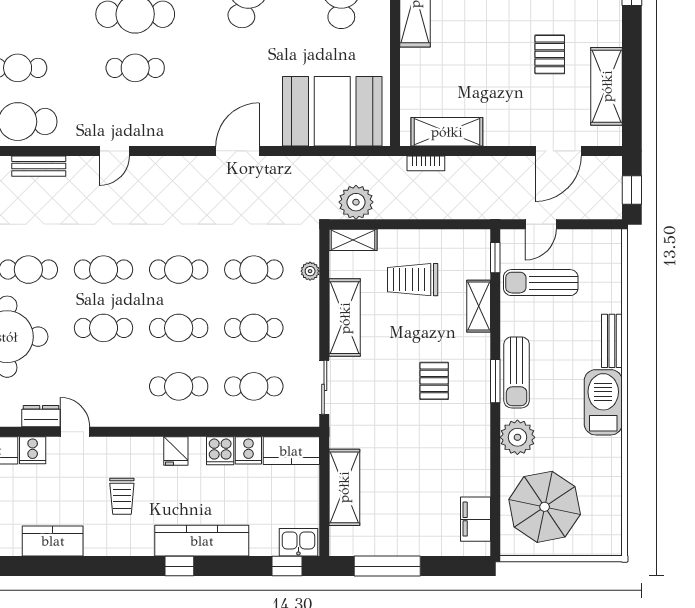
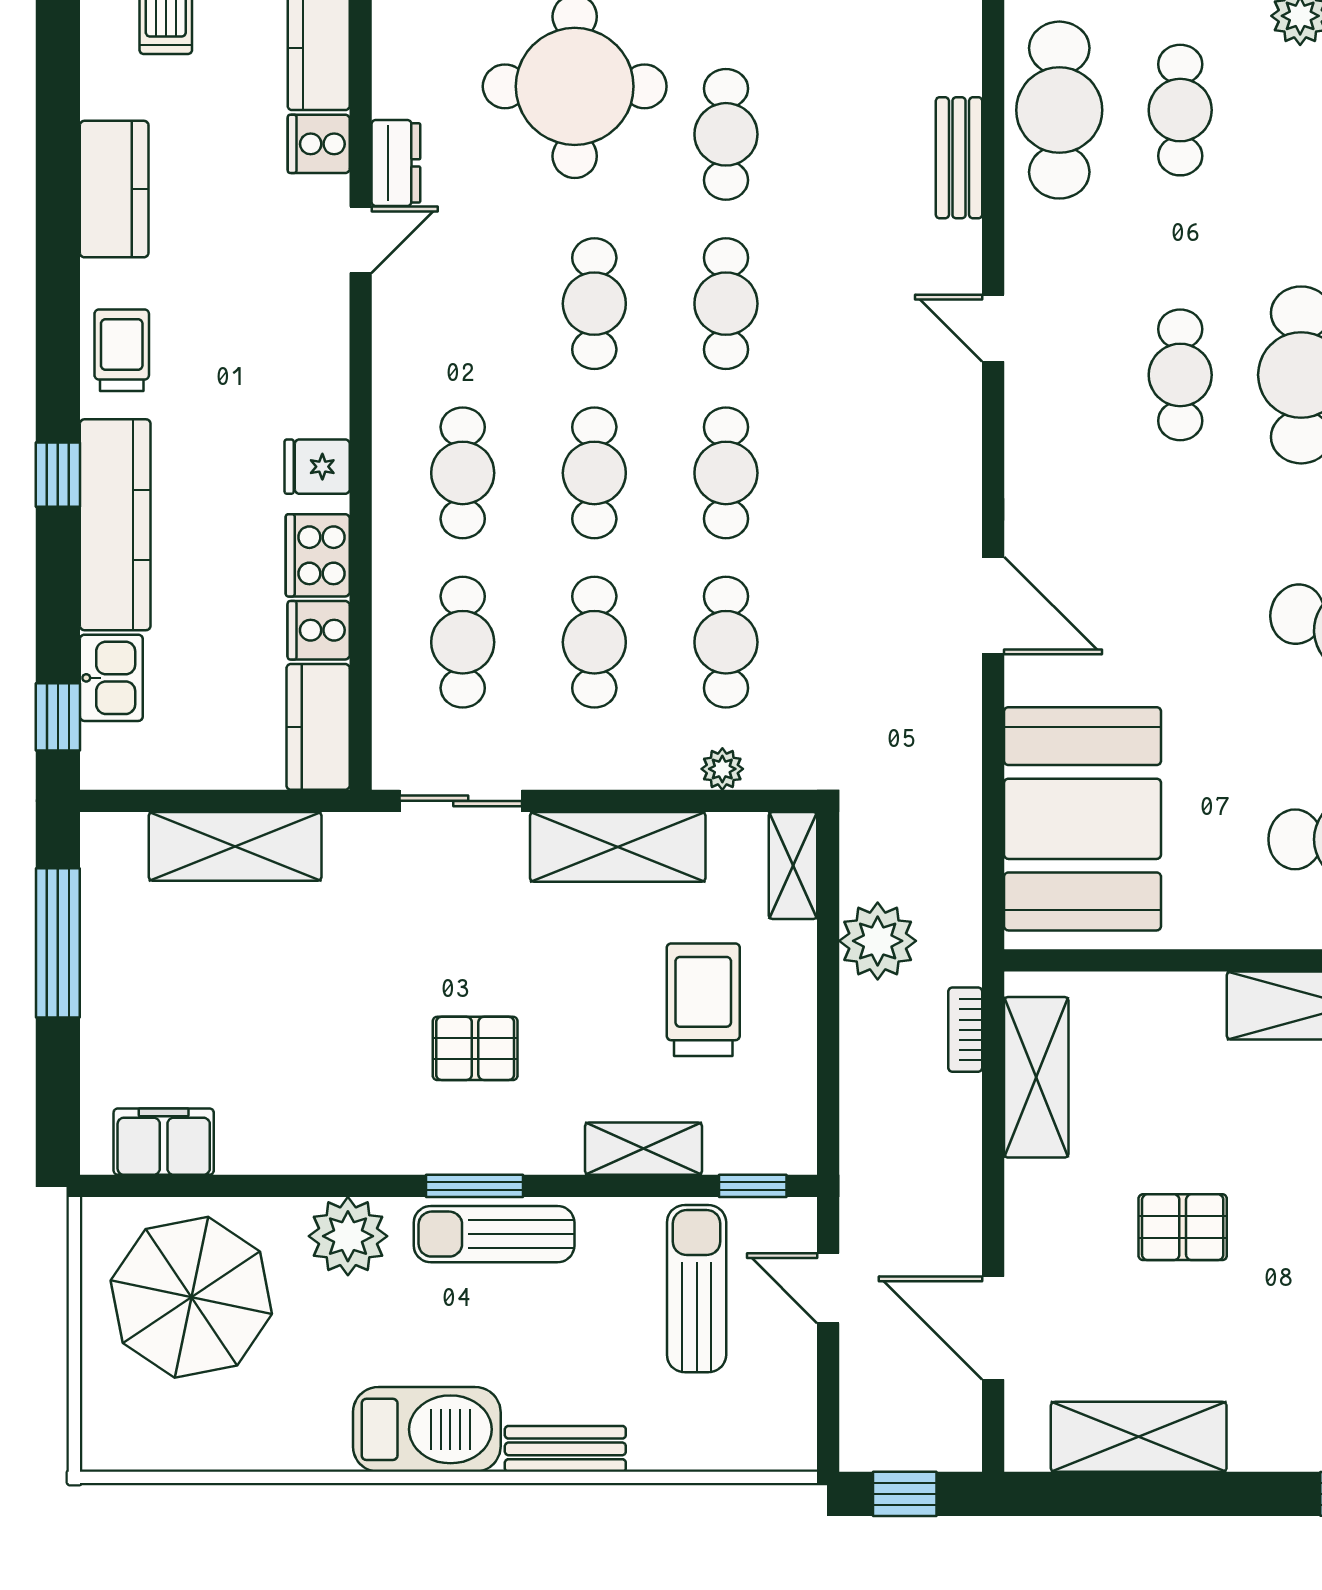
pallet: (550, 54) -> (1183, 1227), moved
plant: (356, 202) -> (878, 941), moved
cooker: (220, 451) -> (318, 555), width x1.36
trolley: (122, 496) -> (122, 350), moved, turned 90
kitchen sink: (298, 542) -> (111, 678), moved

